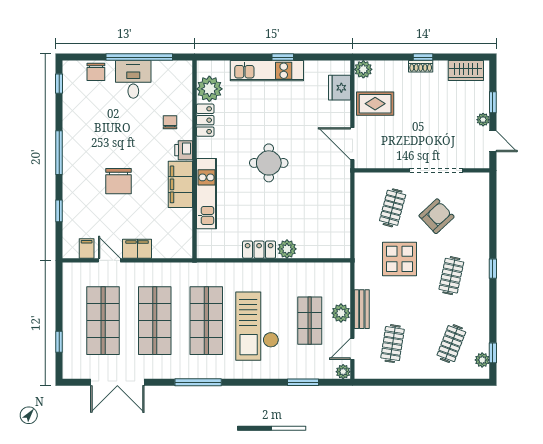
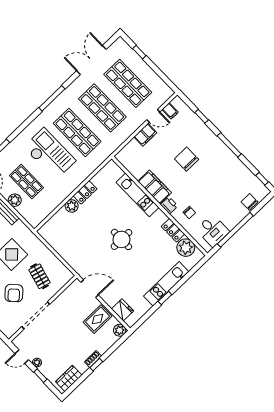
desk: (133, 79) -> (213, 231), moved

